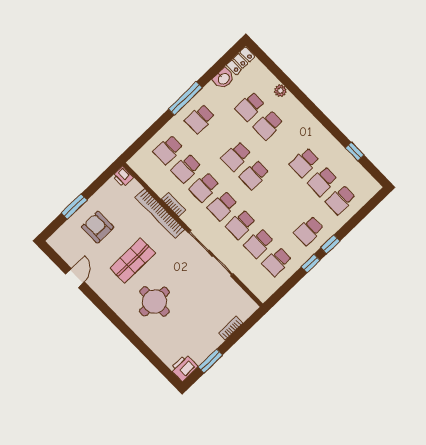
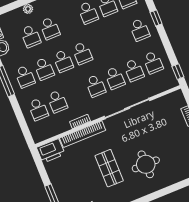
printer: (123, 177) -> (51, 151), width x1.87, depth x1.48
school desk: (204, 187) -> (44, 69), moved
armchair: (98, 227) -> (74, 184), removed
window: (311, 263) -> (178, 72), moved

